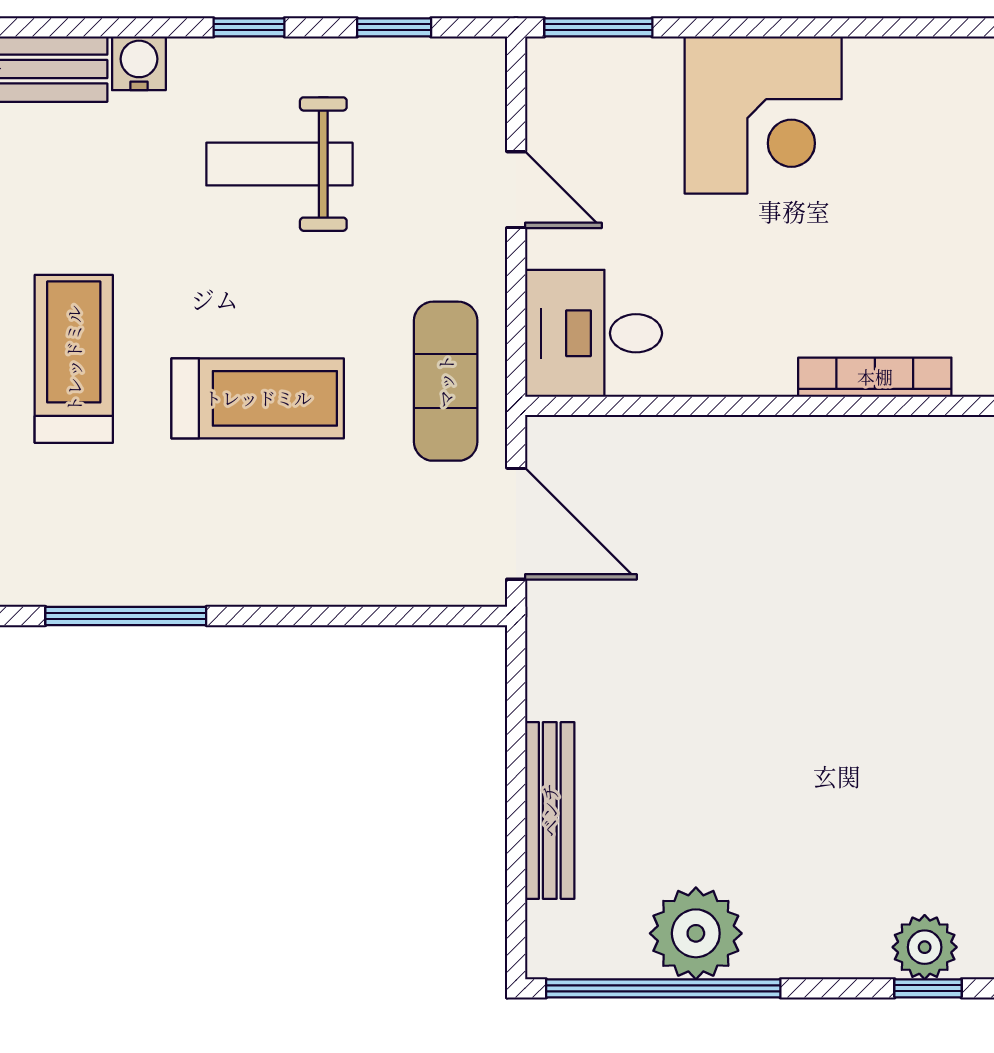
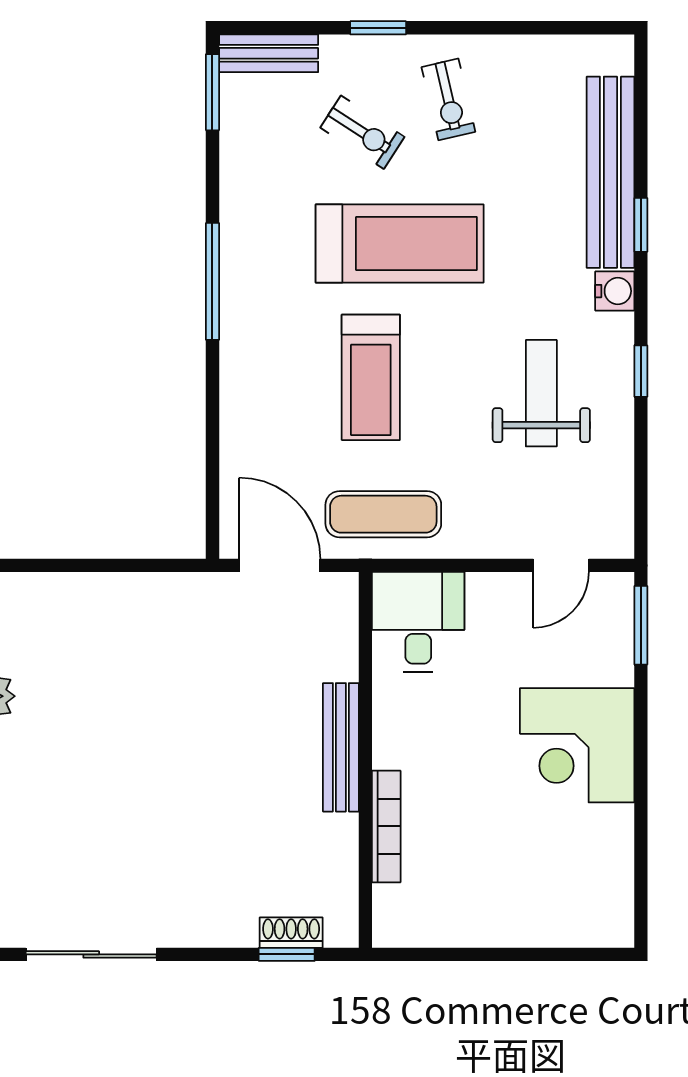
window: (394, 27) -> (641, 225), moved
door: (516, 190) -> (561, 565), moved
treadmill: (74, 359) -> (400, 244), width x1.37, depth x1.38
door: (516, 524) -> (280, 565), swing flipped
bench: (550, 810) -> (341, 747), moved, turned 90

